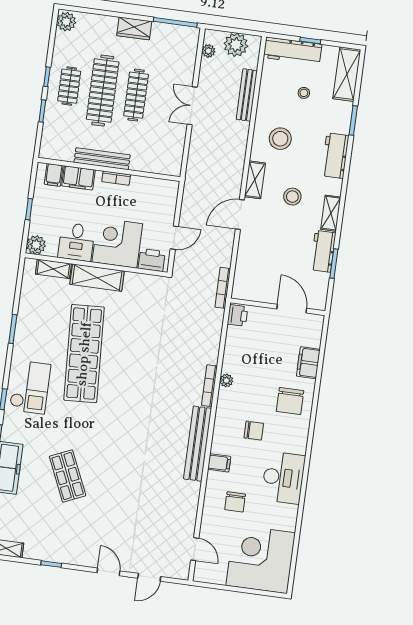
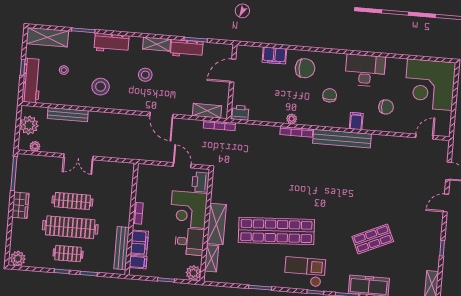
bench: (102, 159) -> (122, 248), moved
shelving: (255, 180) -> (207, 111), moved

